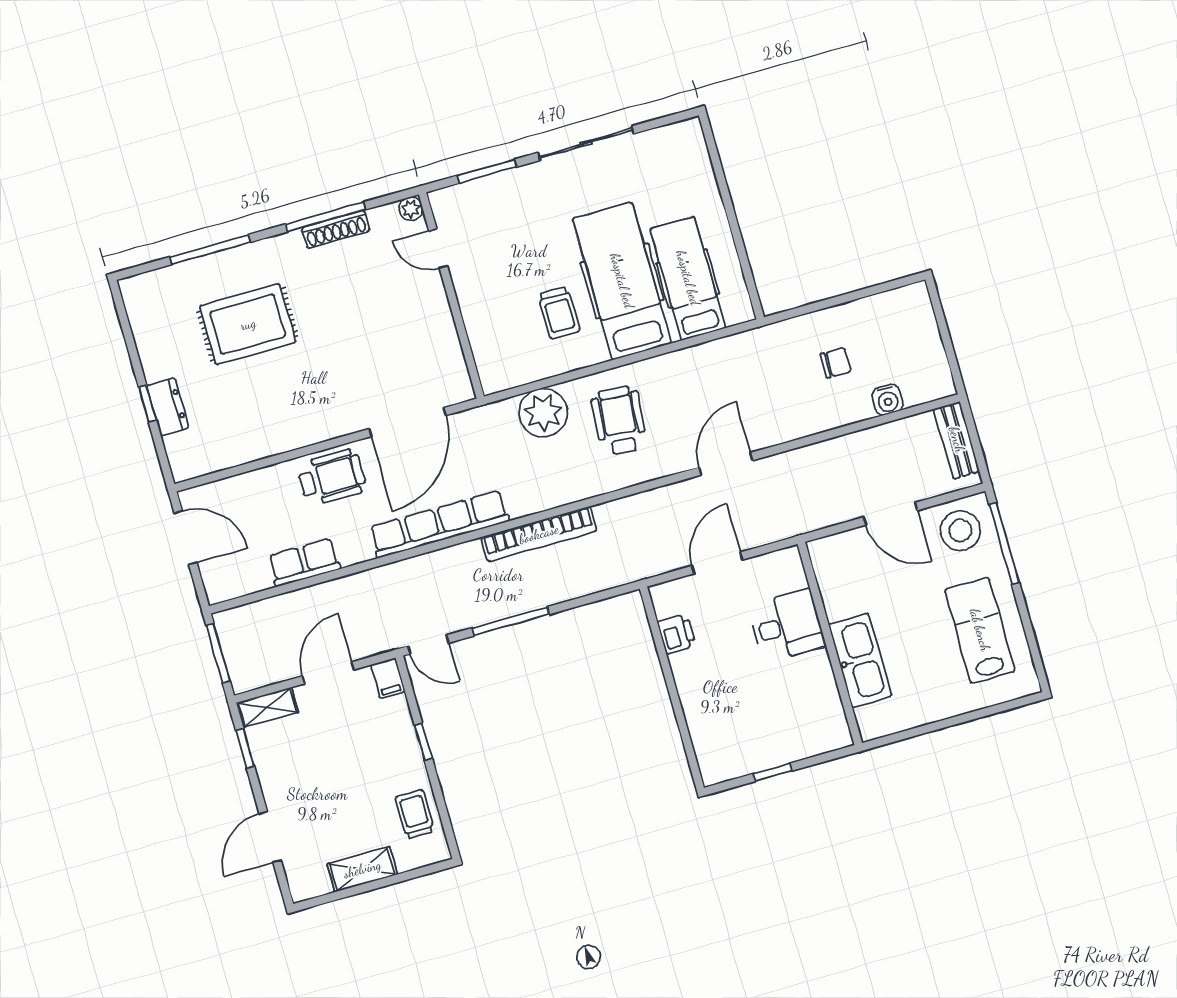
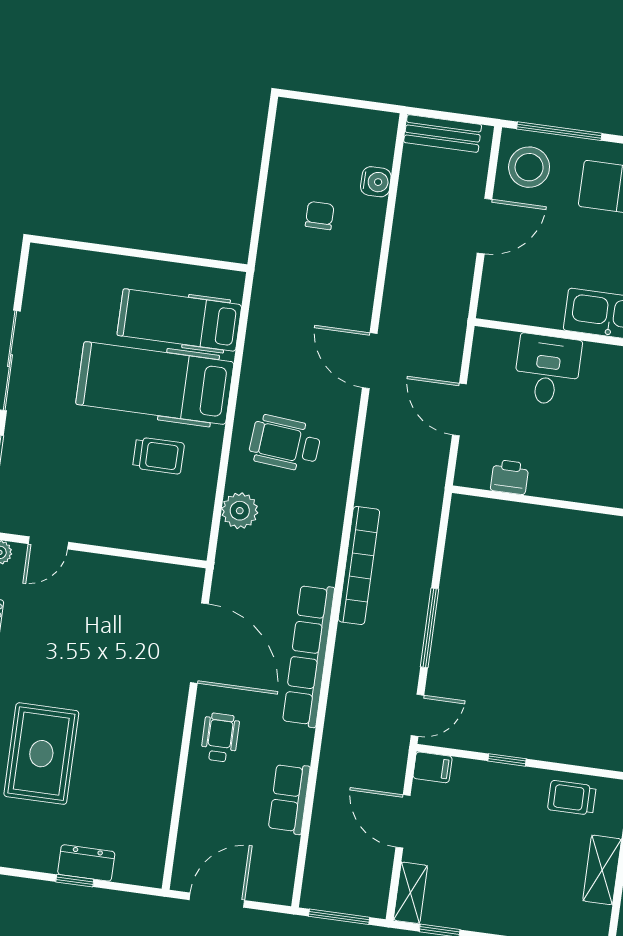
plant: (543, 413) -> (240, 511), width x0.73, depth x0.73
wheelchair: (332, 477) -> (220, 737), width x0.73, depth x0.73

